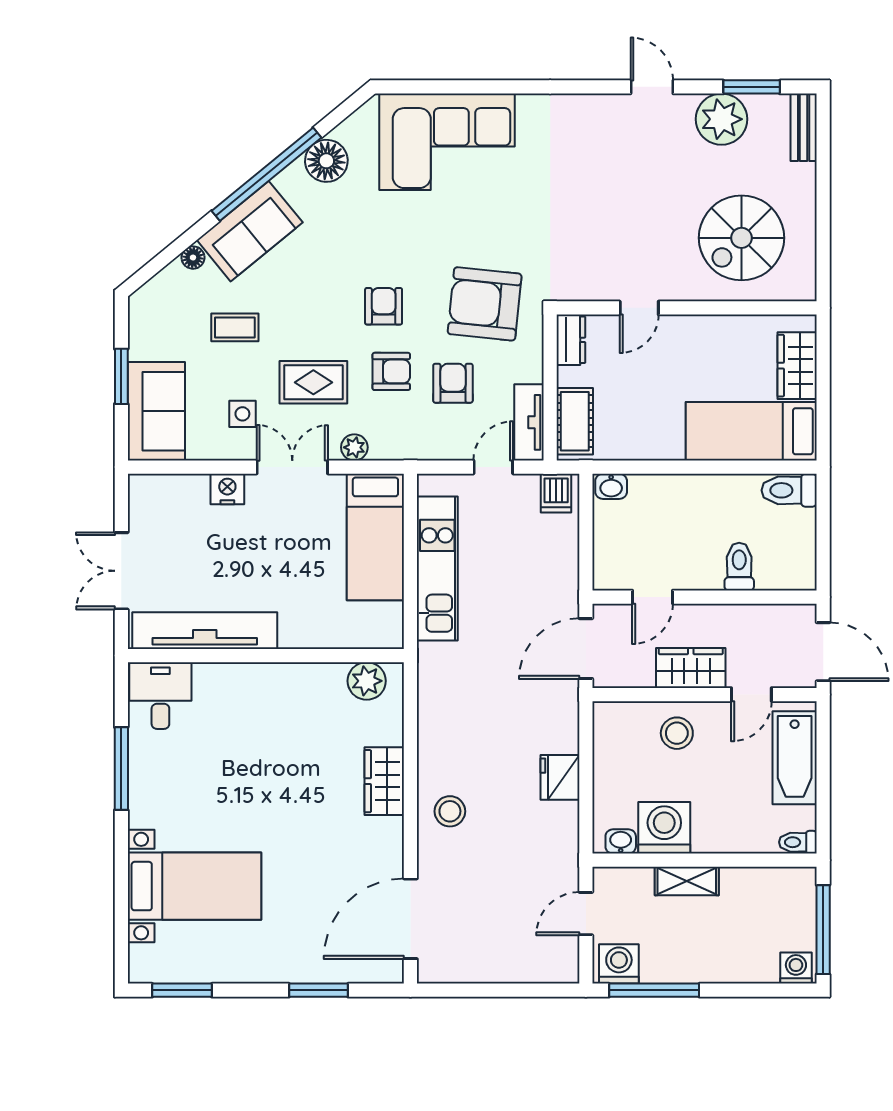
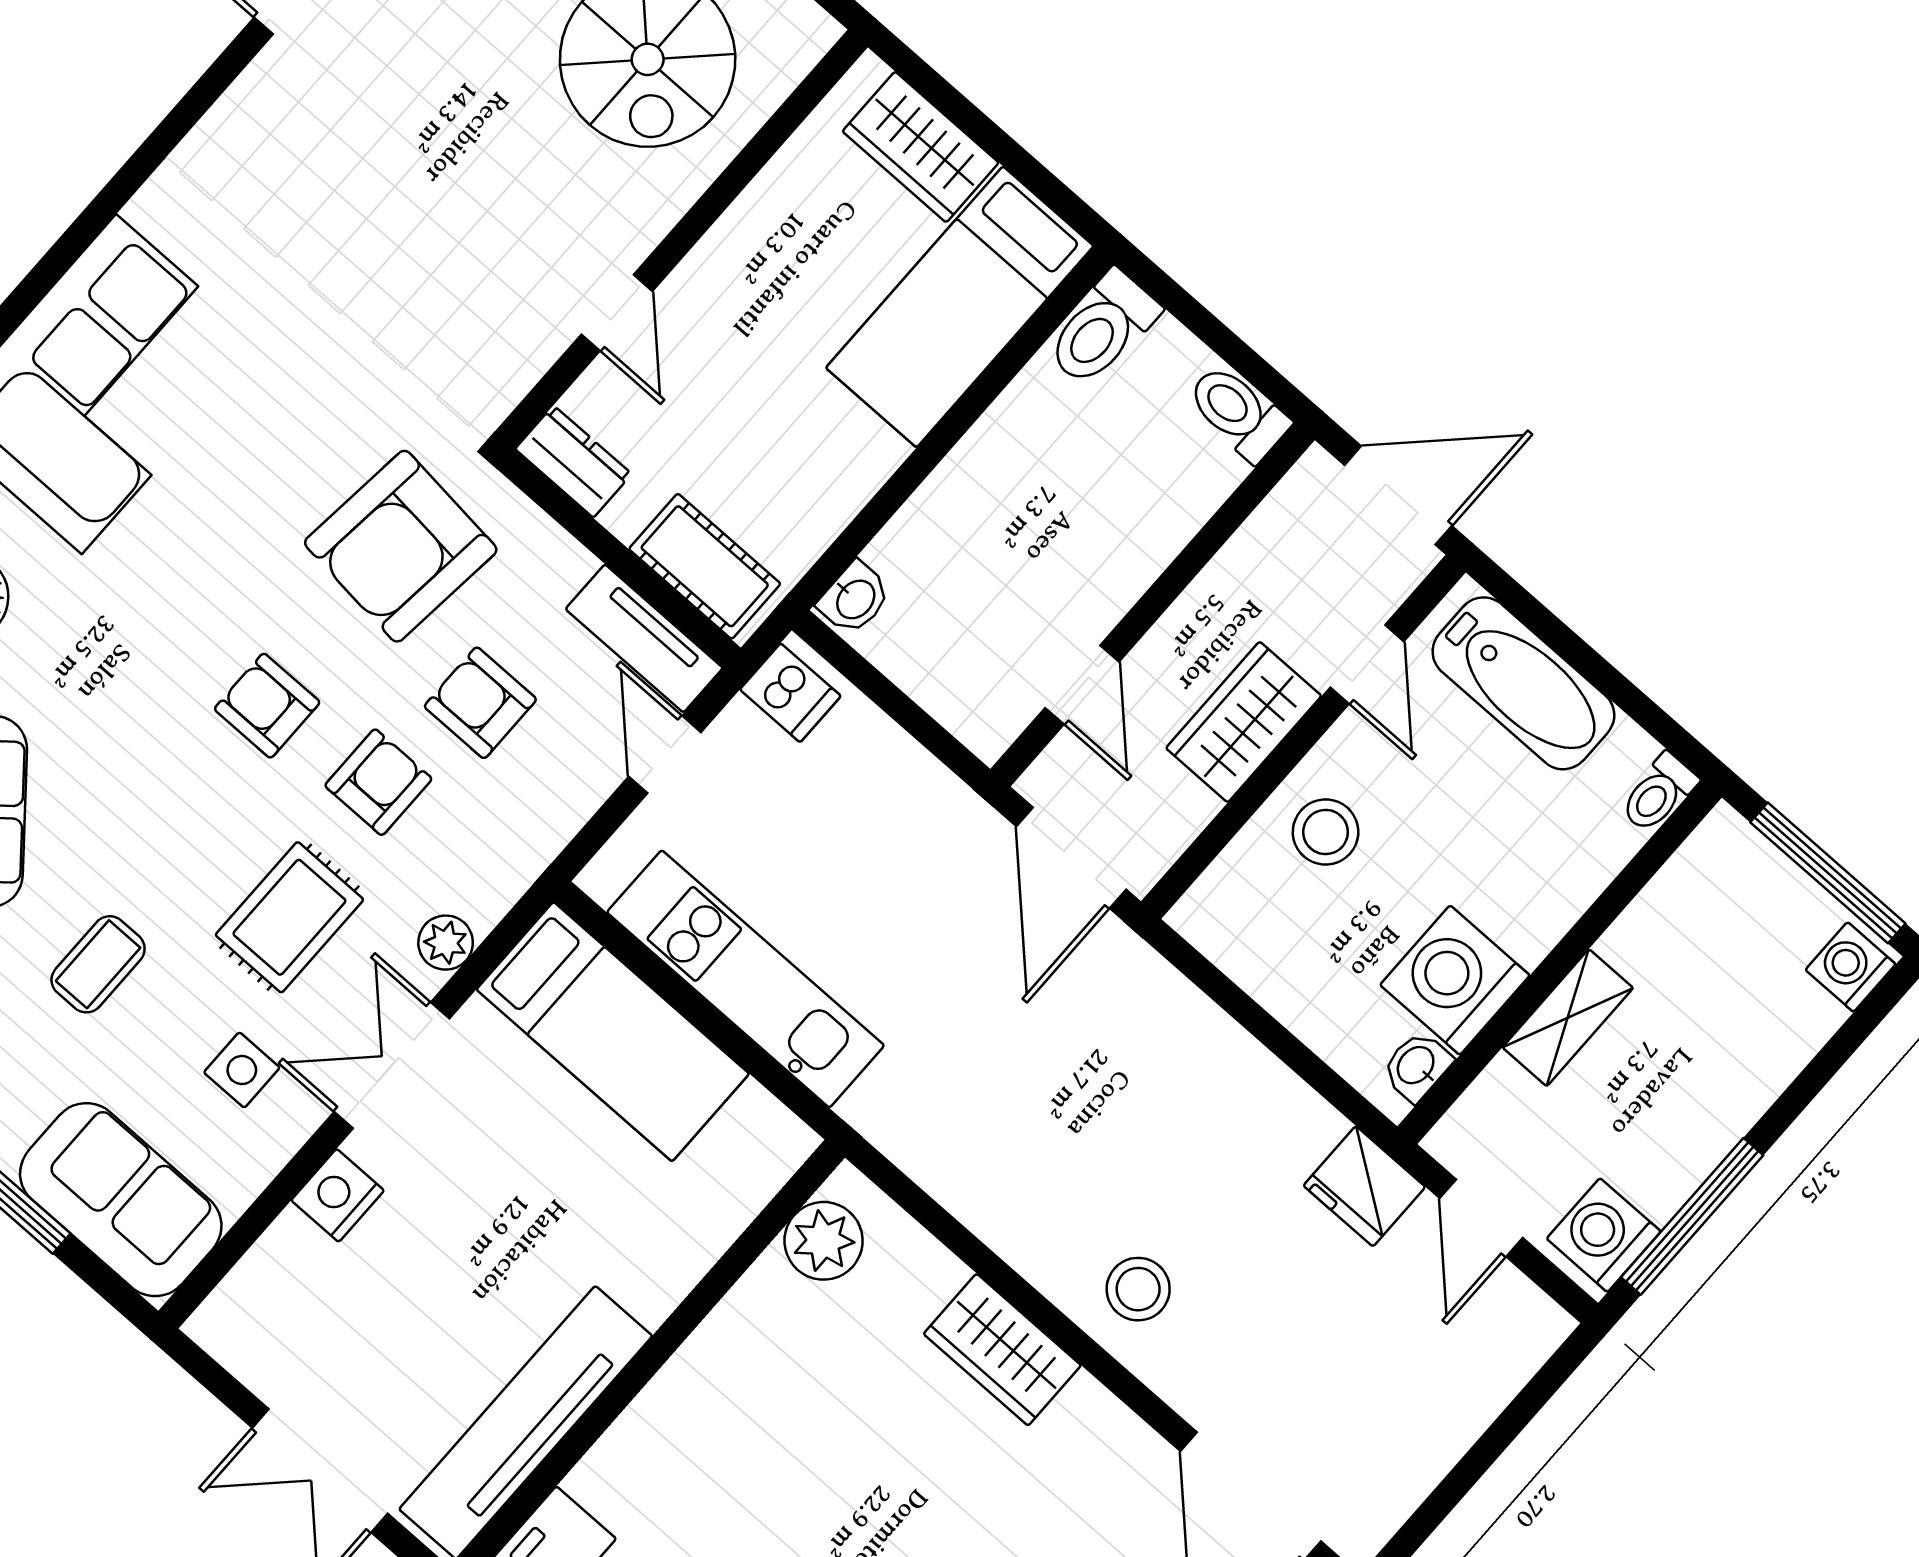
toilet: (739, 567) -> (1238, 412), moved
fridge: (560, 777) -> (1364, 1186), moved

